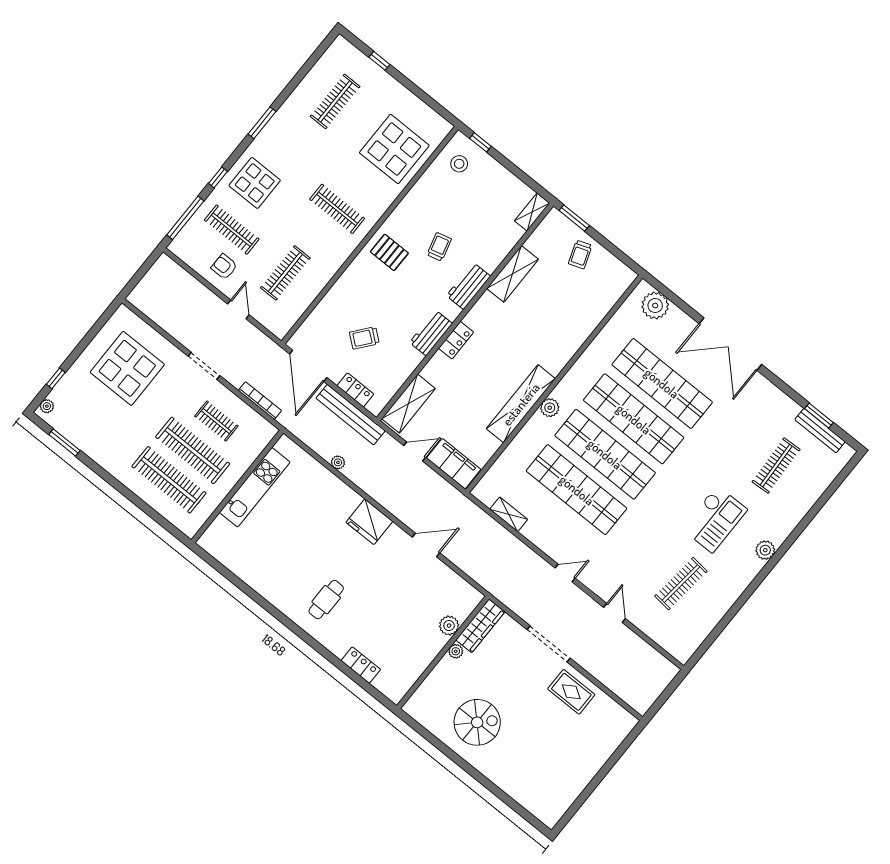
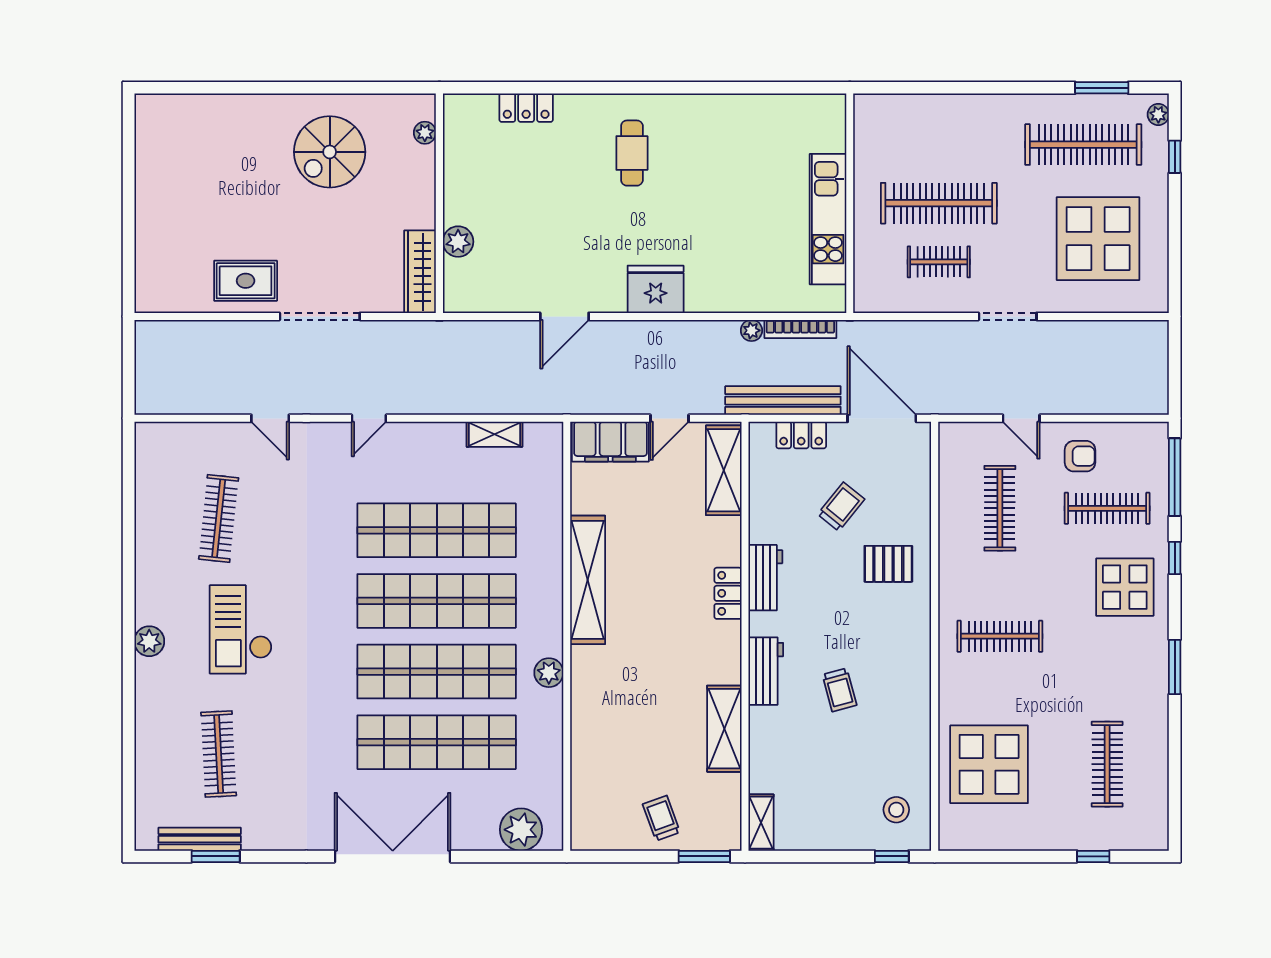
pallet: (389, 252) -> (888, 564), moved
bookcase: (260, 401) -> (800, 329), moved
plant: (550, 408) -> (549, 673), moved
clothes rail: (169, 480) -> (1083, 145), moved
plant: (456, 651) -> (425, 133), moved

